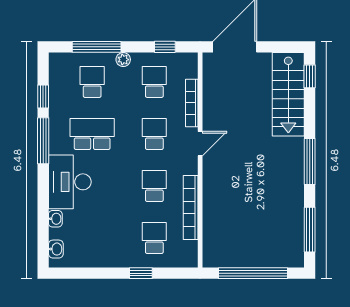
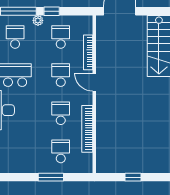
window: (165, 47) -> (52, 11), moved
door: (200, 144) -> (94, 82), swing flipped
window: (141, 273) -> (51, 177), width x1.50
window: (253, 273) -> (133, 177), width x0.32

